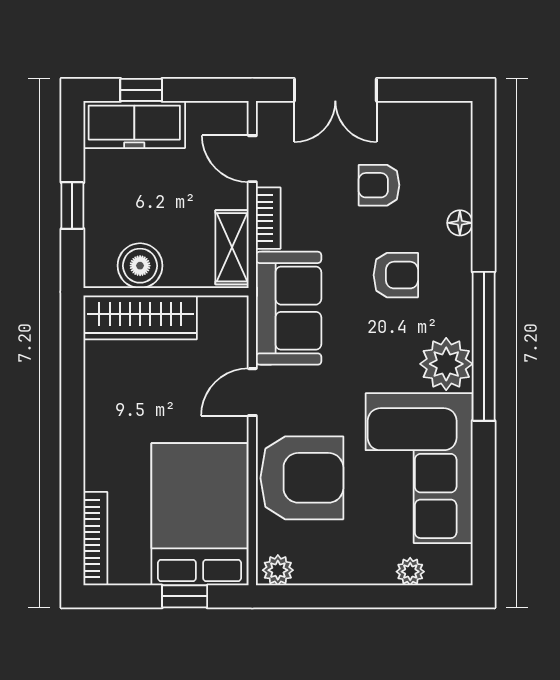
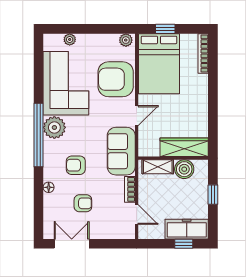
double door: (335, 90) -> (72, 244), moved
shelving: (232, 247) -> (158, 167), moved, turned 90

